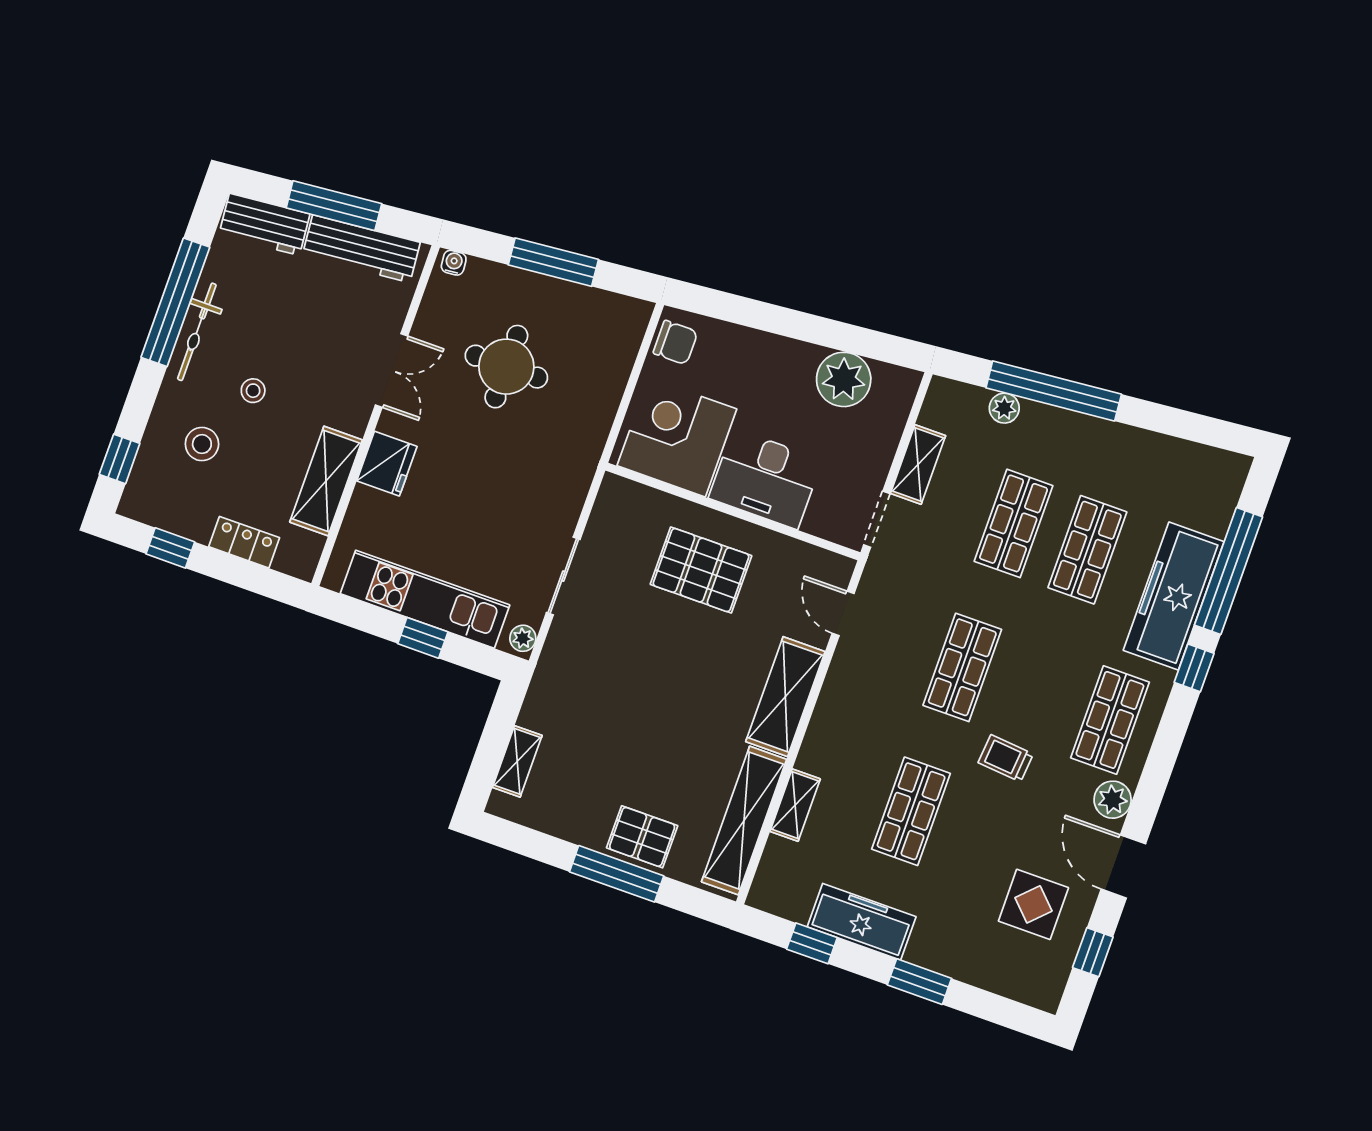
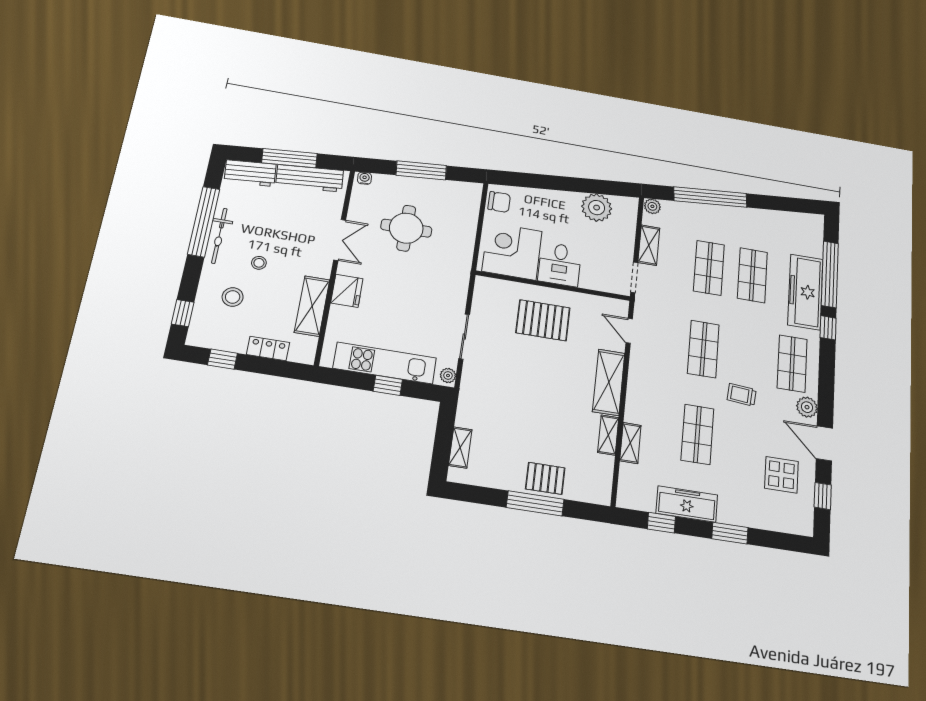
plant: (1004, 408) -> (652, 206), moved
desk: (765, 479) -> (560, 264), width x0.73
shelving: (744, 821) -> (608, 435), width x0.45, depth x0.75

